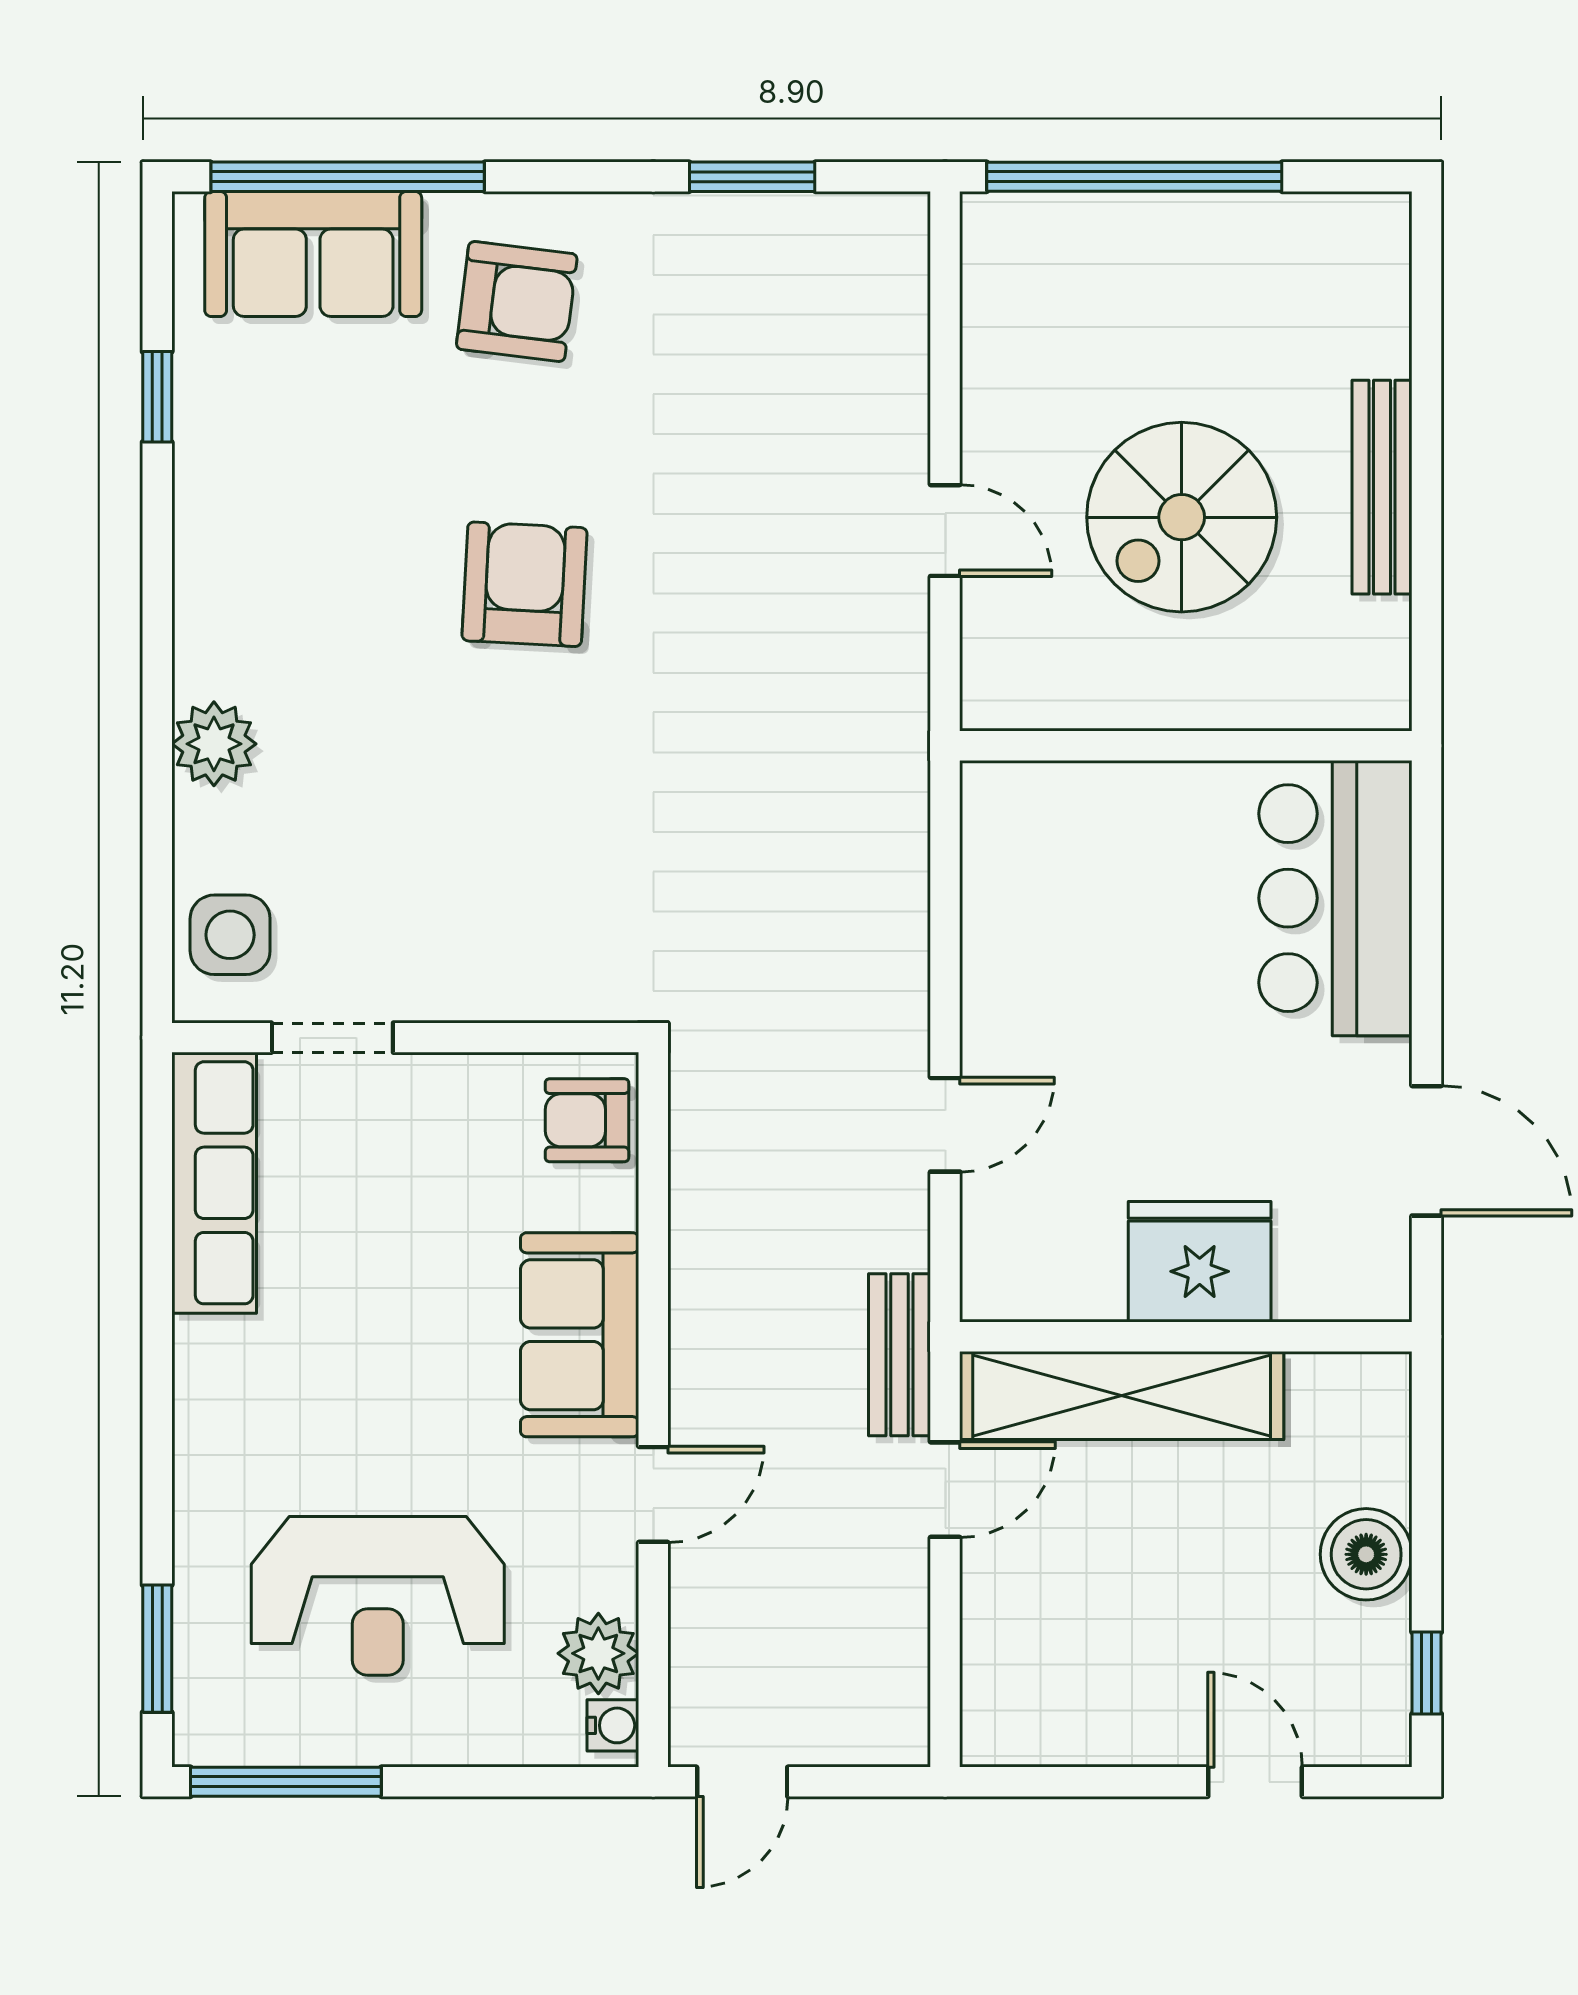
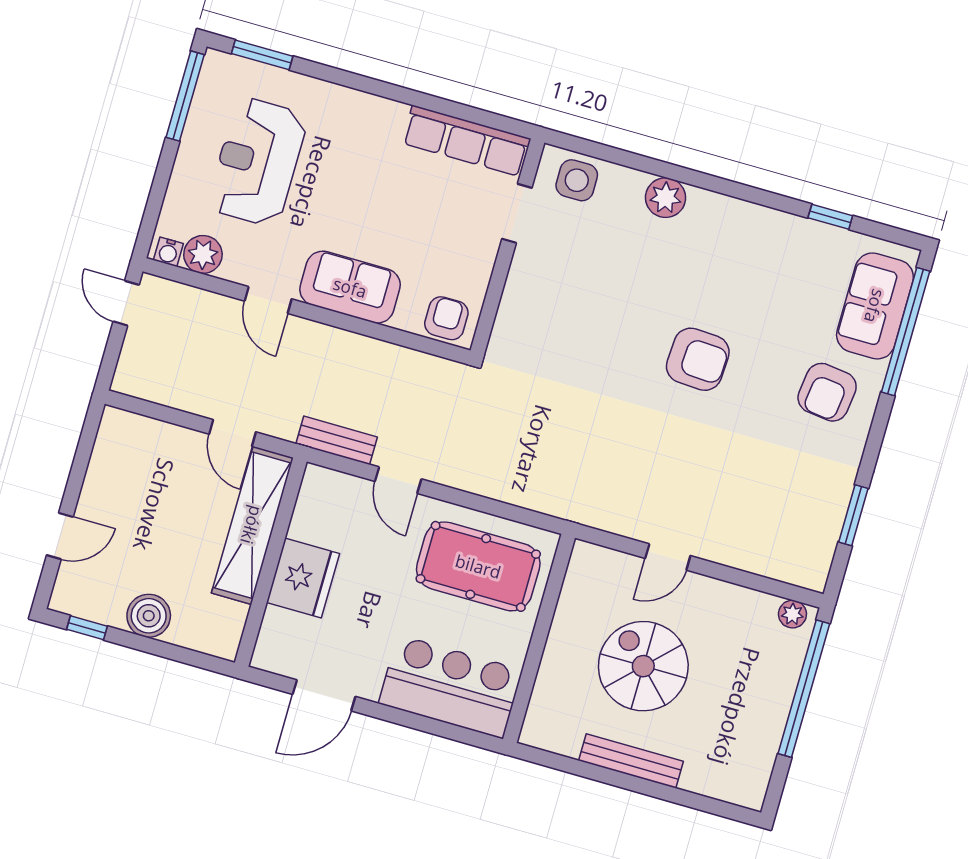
plant: (989, 243) -> (792, 614), added
pool table: (1074, 911) -> (478, 566), added
bench: (900, 1355) -> (337, 440), moved

